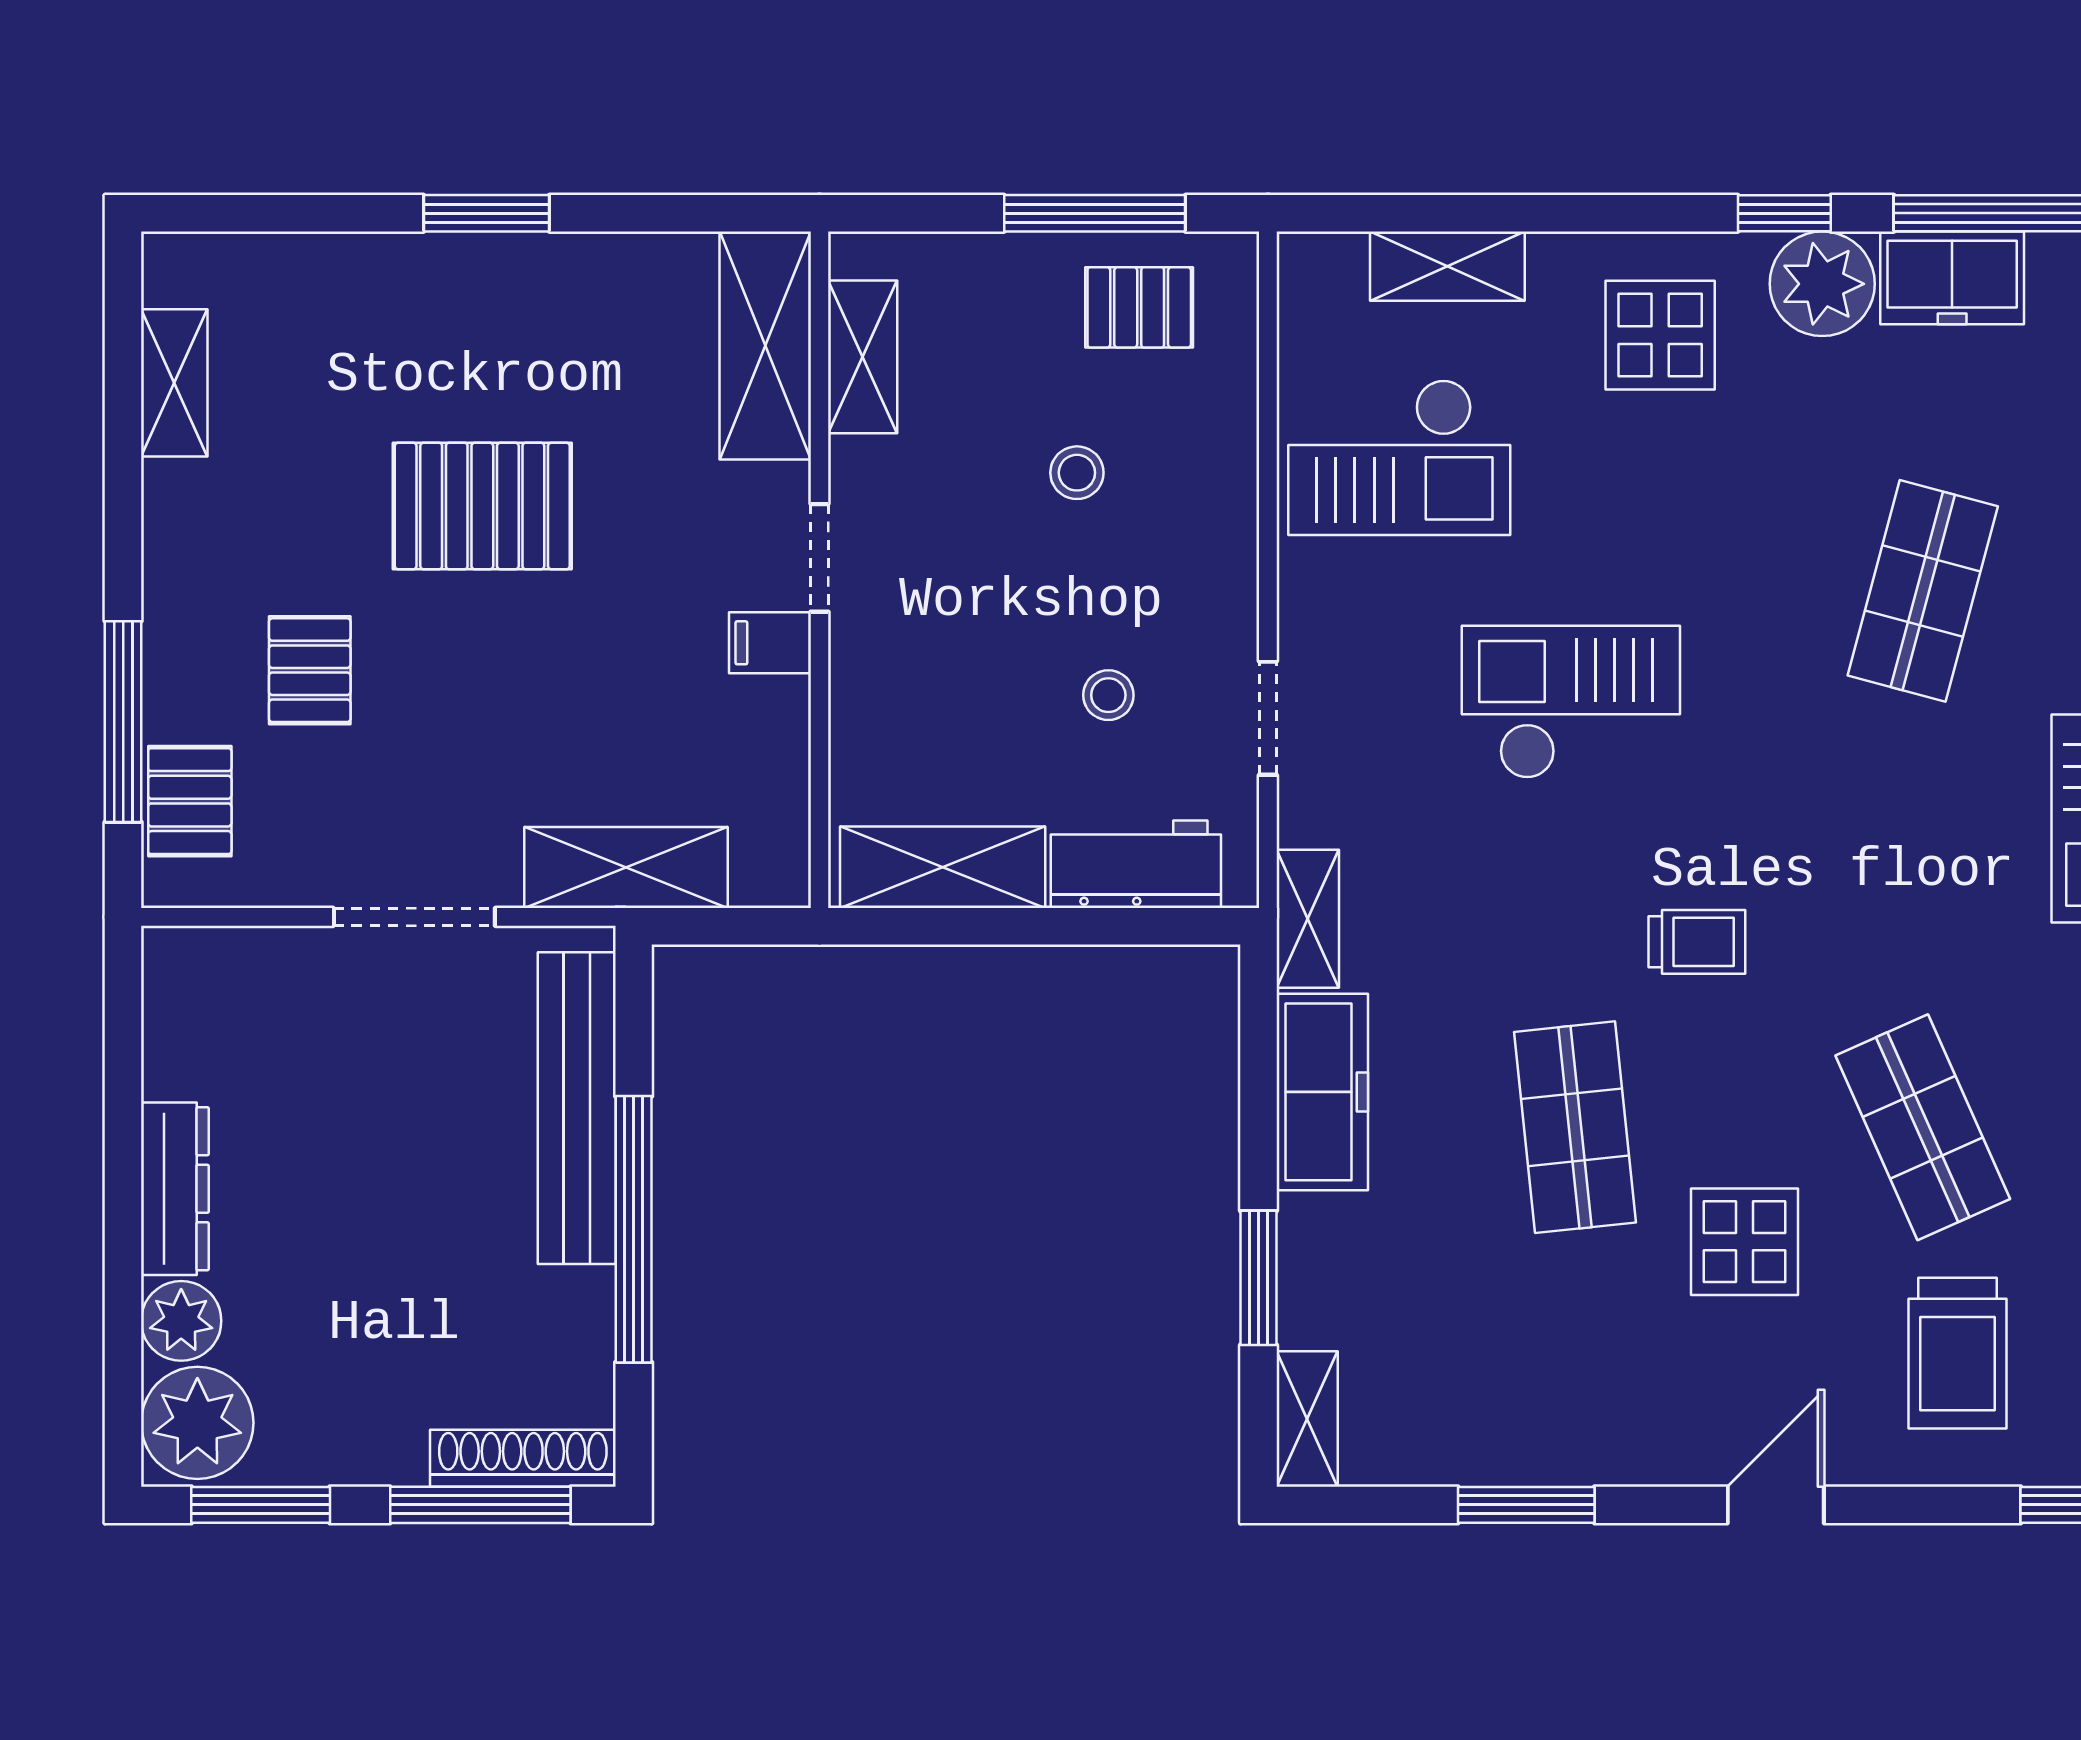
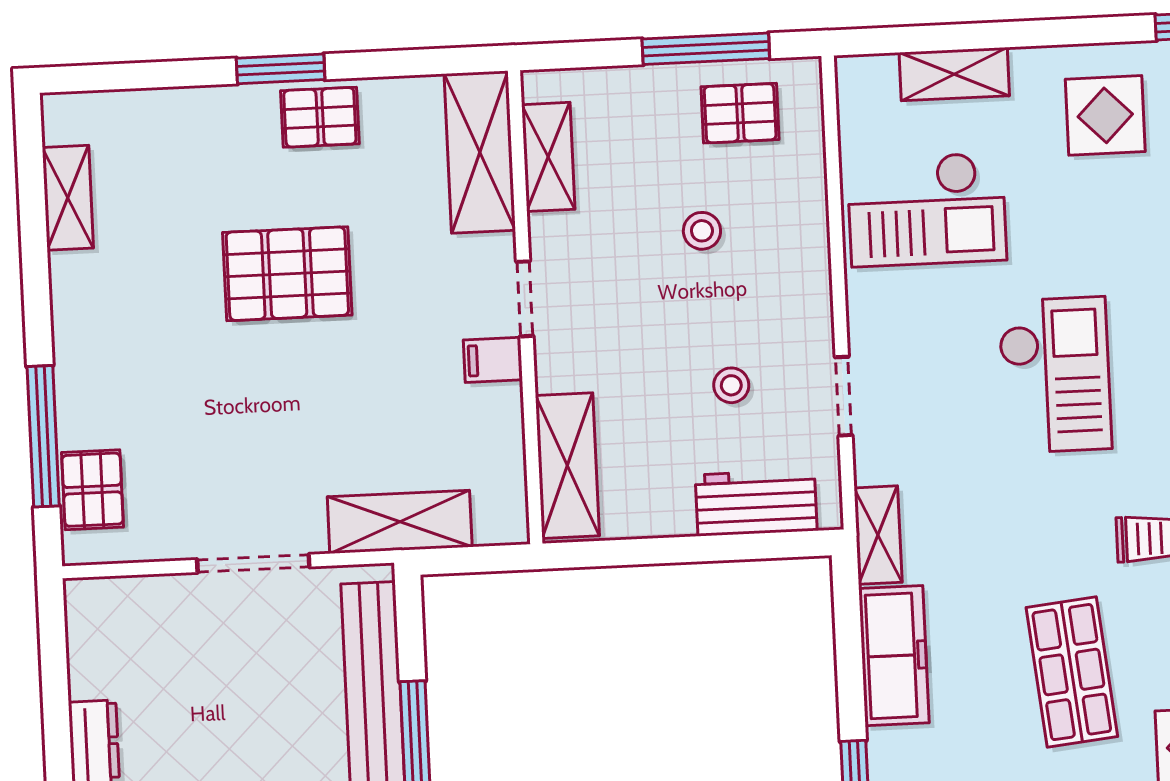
pallet: (310, 670) -> (320, 117), moved, turned 90
checkout: (1571, 702) -> (1055, 375), turned 90
shelving: (943, 867) -> (567, 466), moved, turned 90

